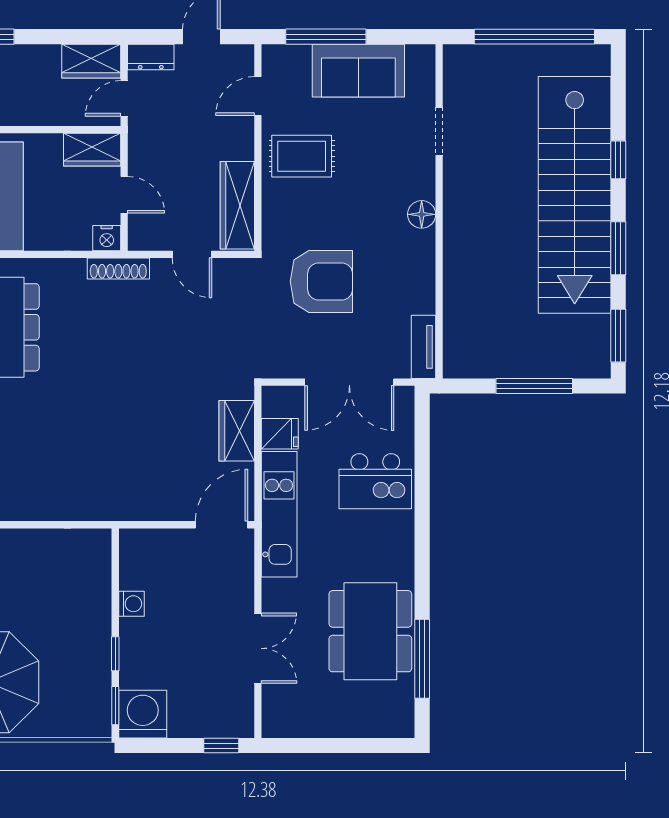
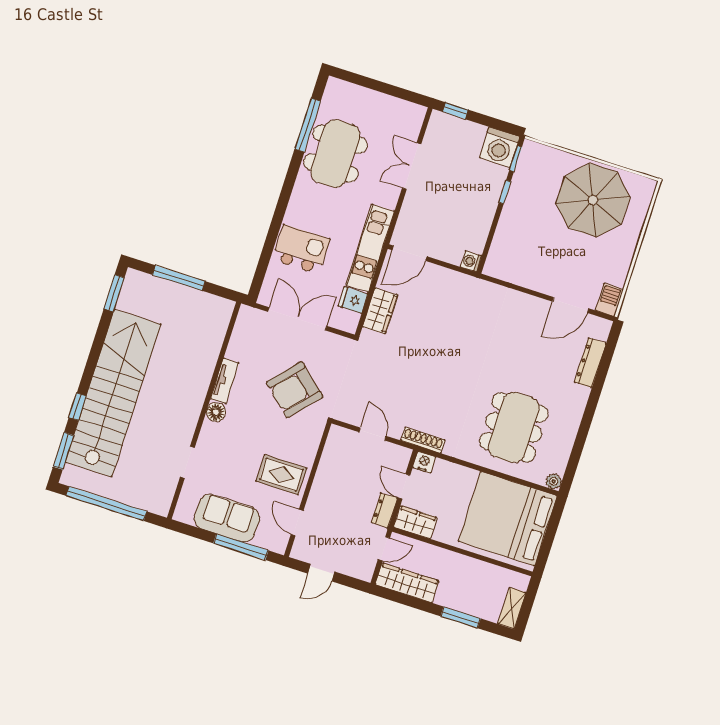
dresser: (151, 57) -> (385, 510), moved, turned -90
wardrobe: (91, 61) -> (407, 583), width x1.50
door: (258, 96) -> (297, 523), swing flipped
wardrobe: (237, 205) -> (333, 456), removed
window: (618, 248) -> (63, 451), moved
armchair: (321, 281) -> (295, 390), turned -48
tv unit: (423, 347) -> (225, 381), moved
washing machine: (131, 604) -> (471, 261), moved

